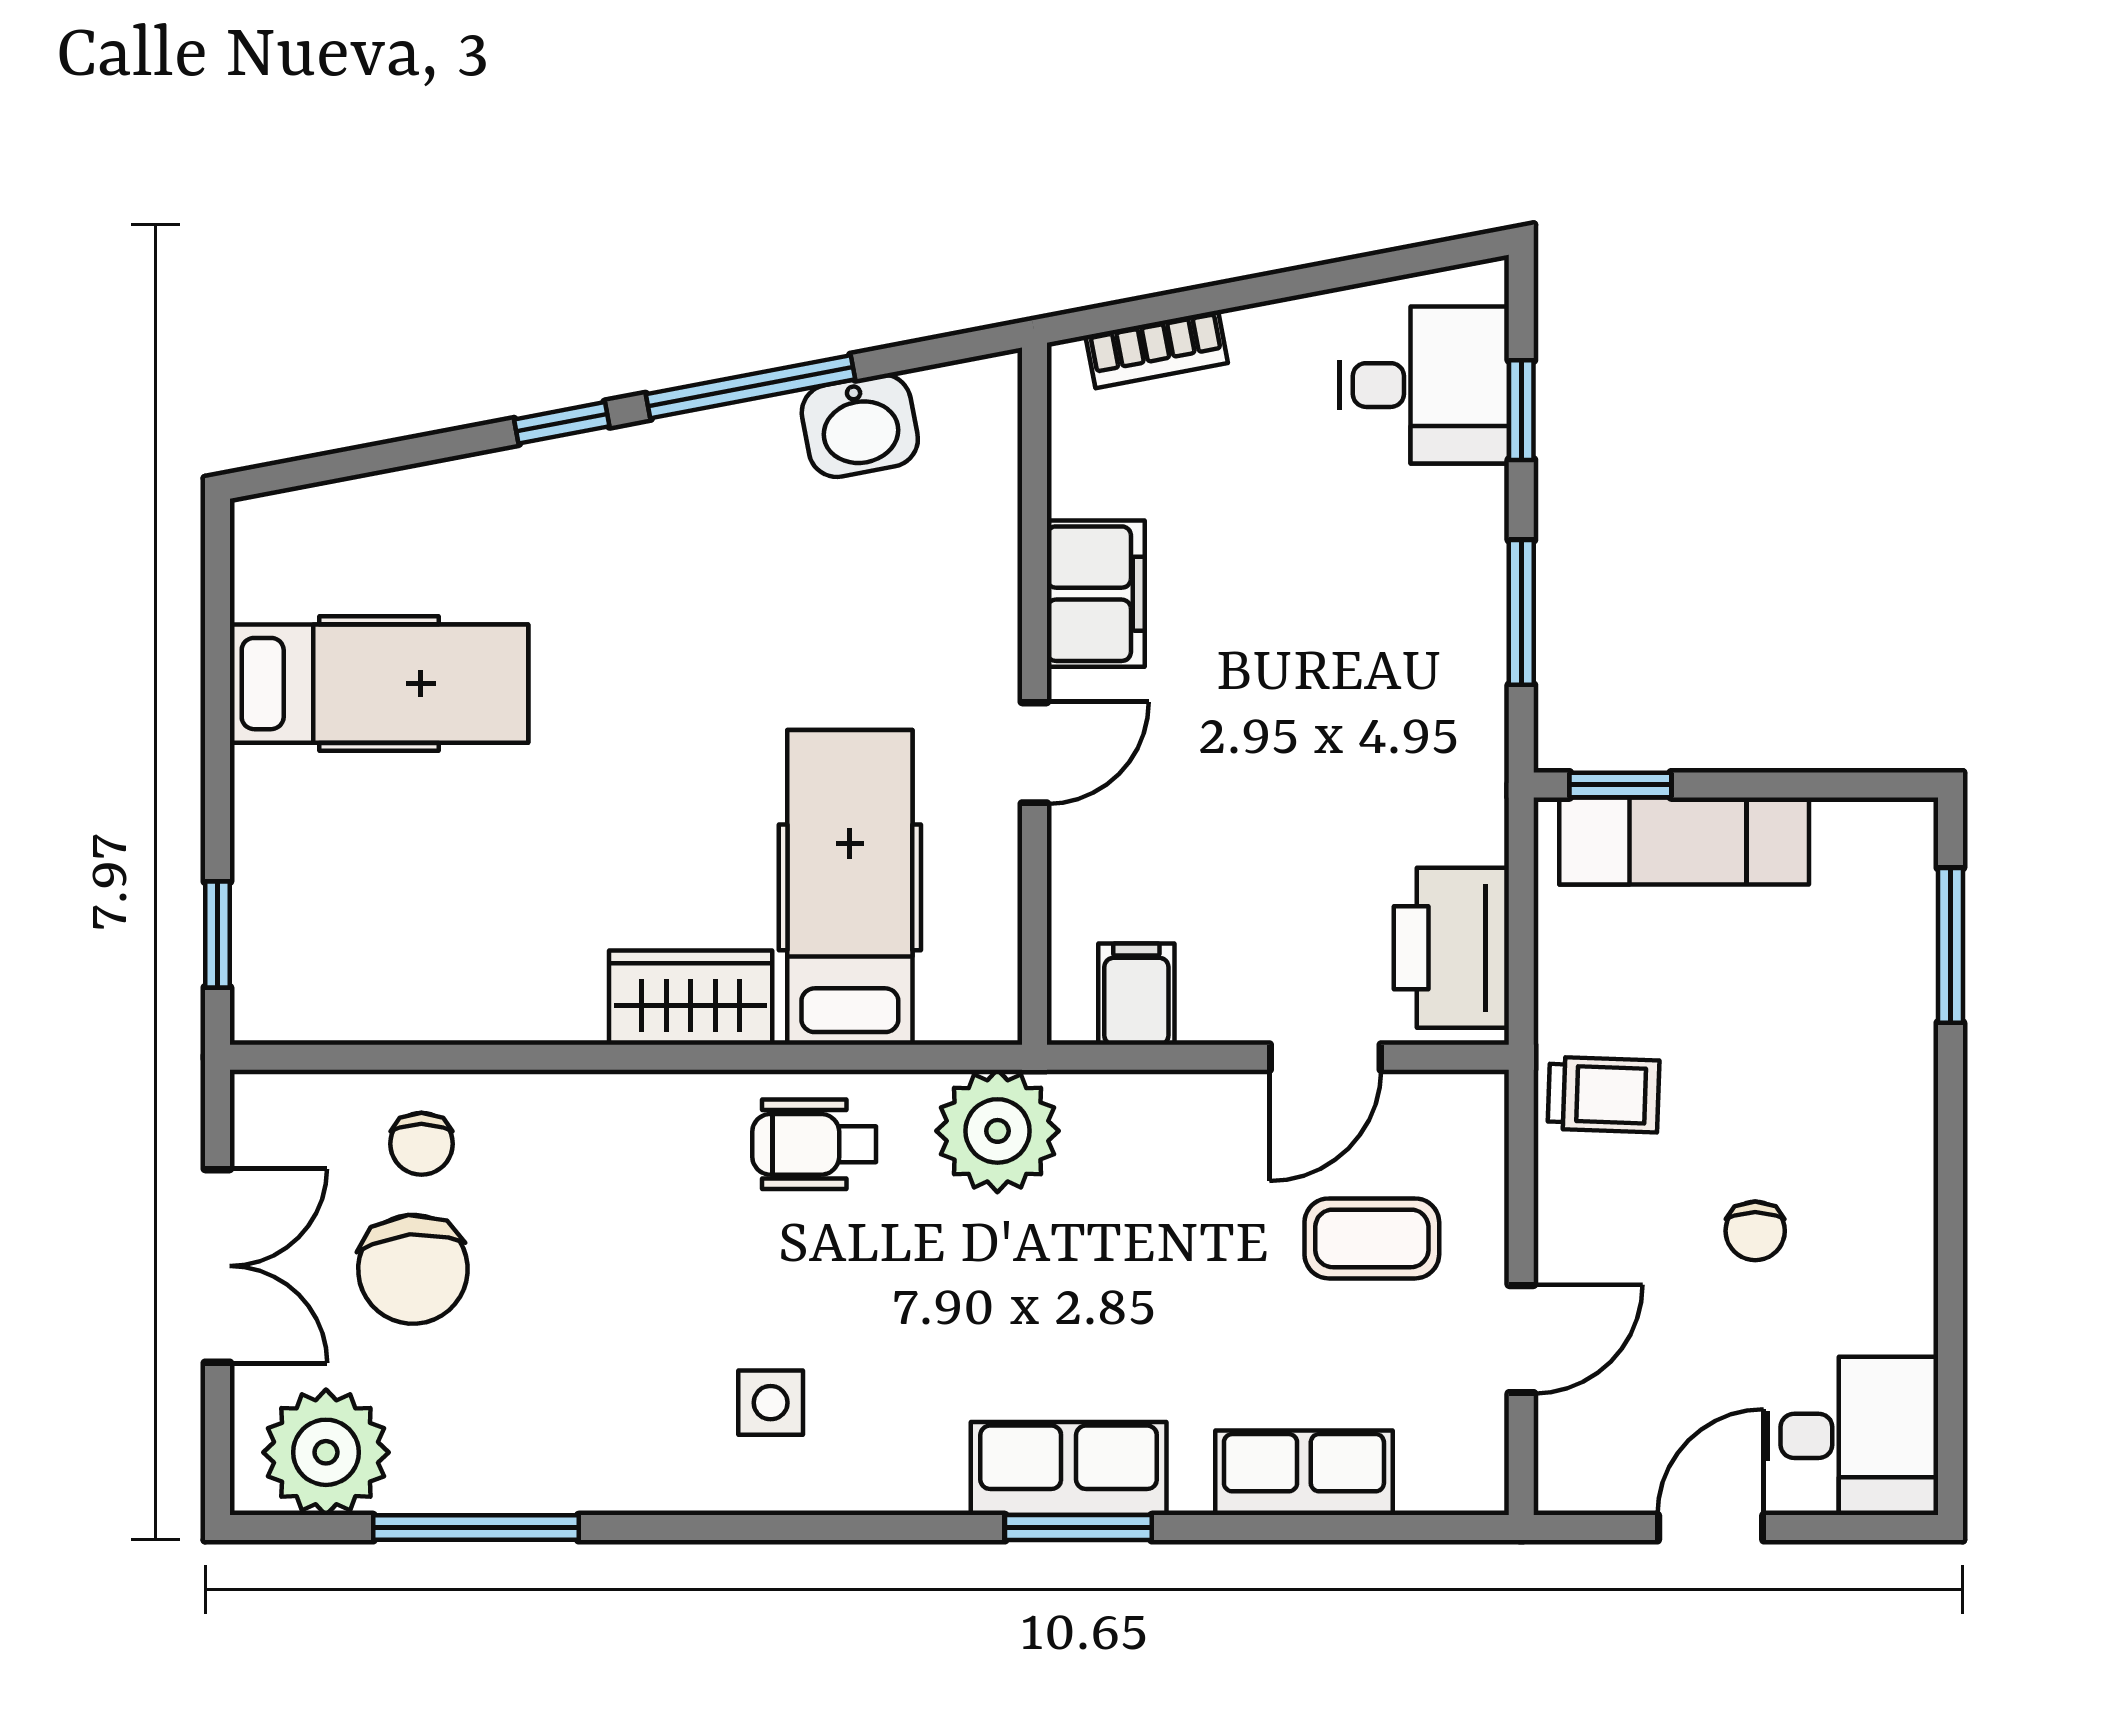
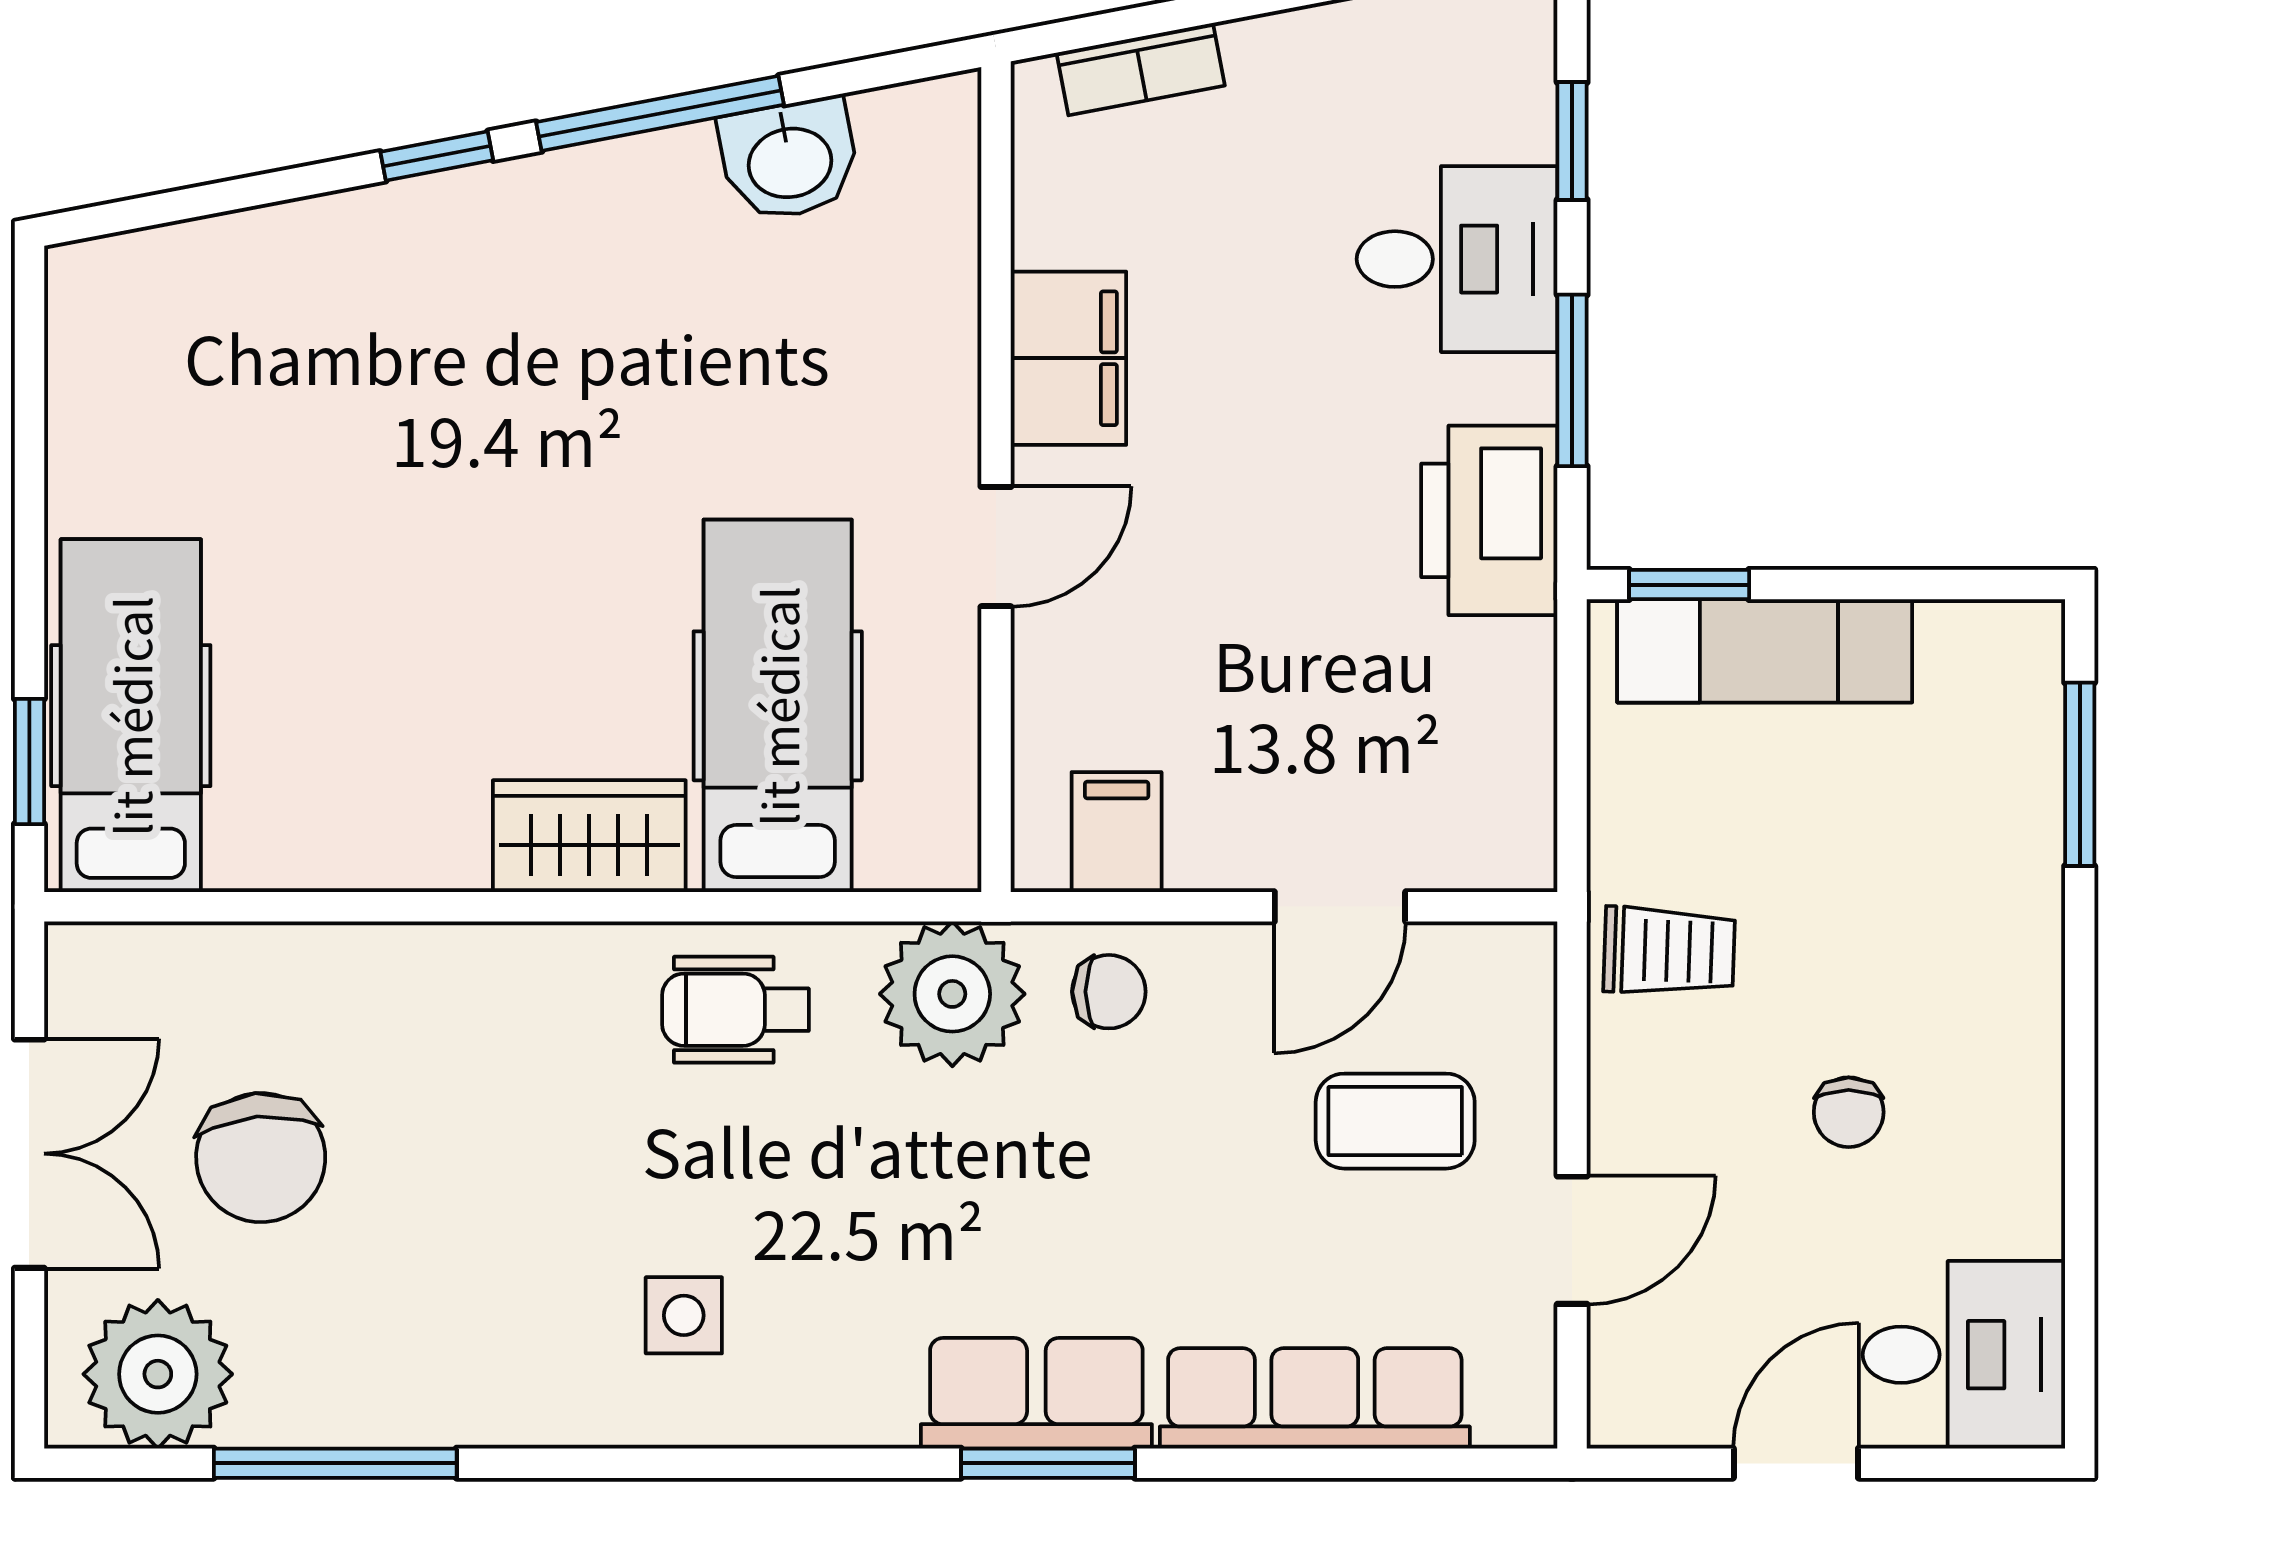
desk: (1424, 385) -> (1457, 259), moved
hospital bed: (379, 684) -> (131, 716), moved, turned -90
printer: (1451, 948) -> (1489, 520), moved
chair: (421, 1144) -> (1109, 992), moved, turned -90
row of seats: (1304, 1473) -> (1315, 1398), width x1.48

